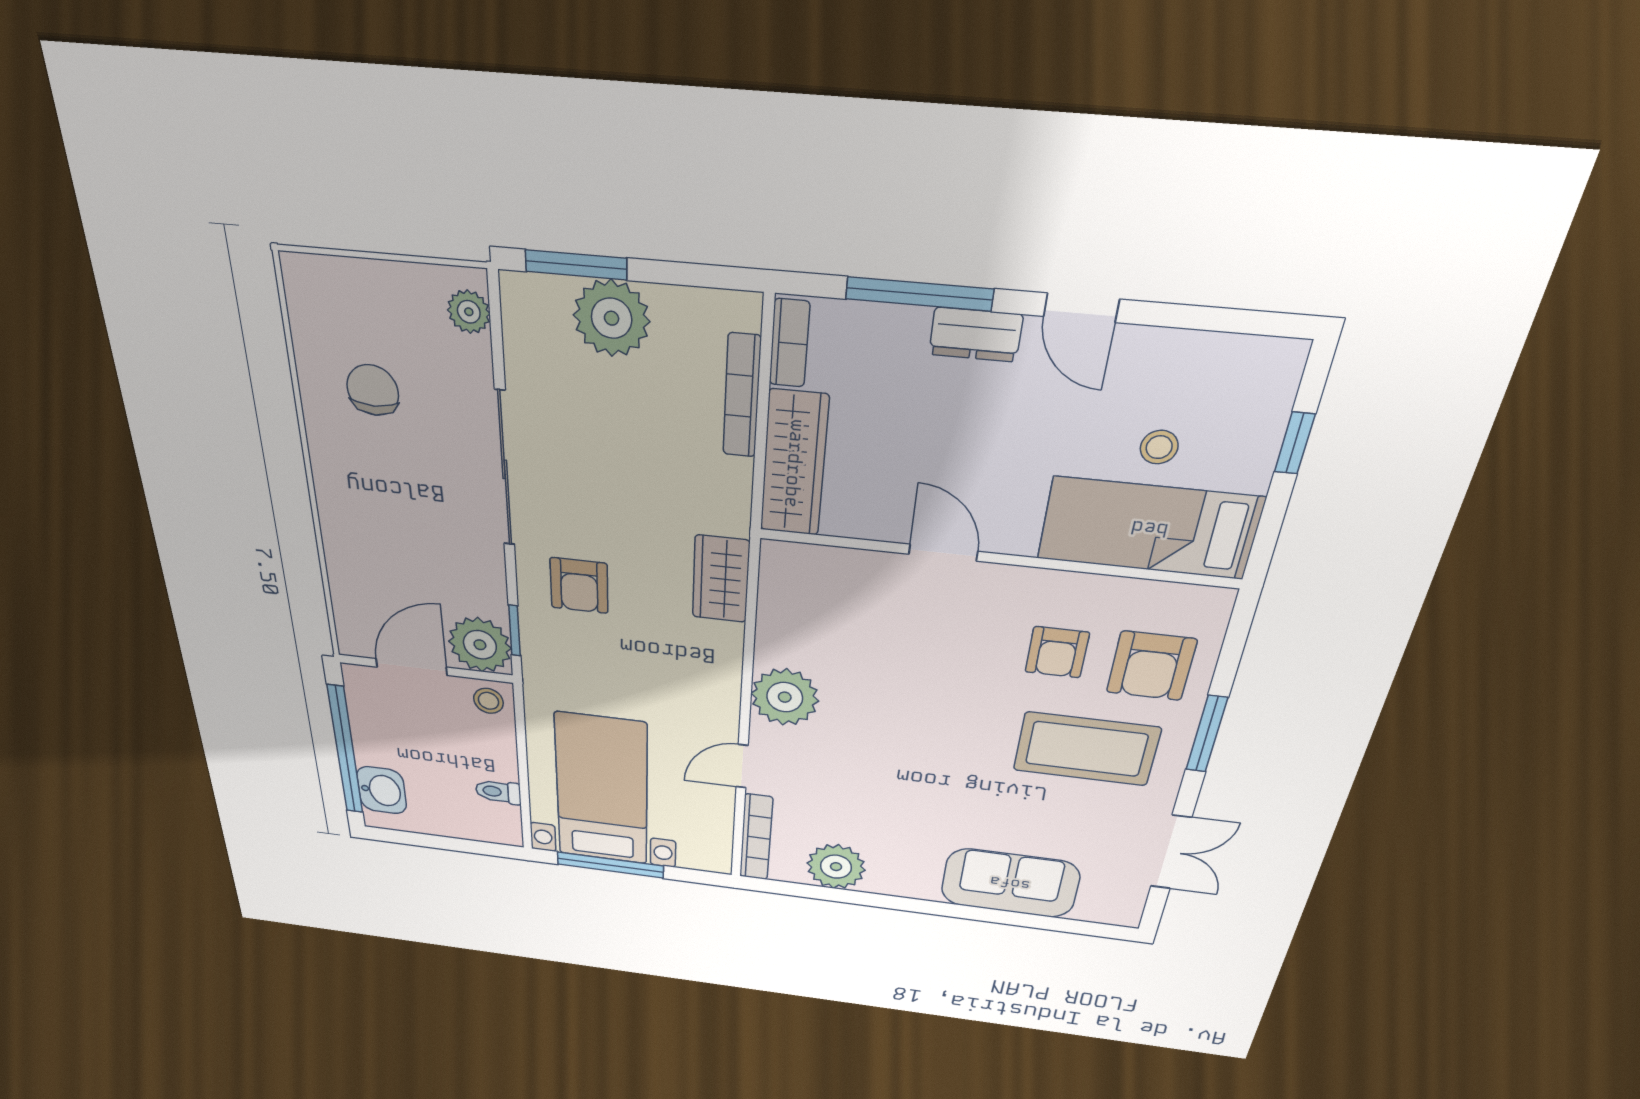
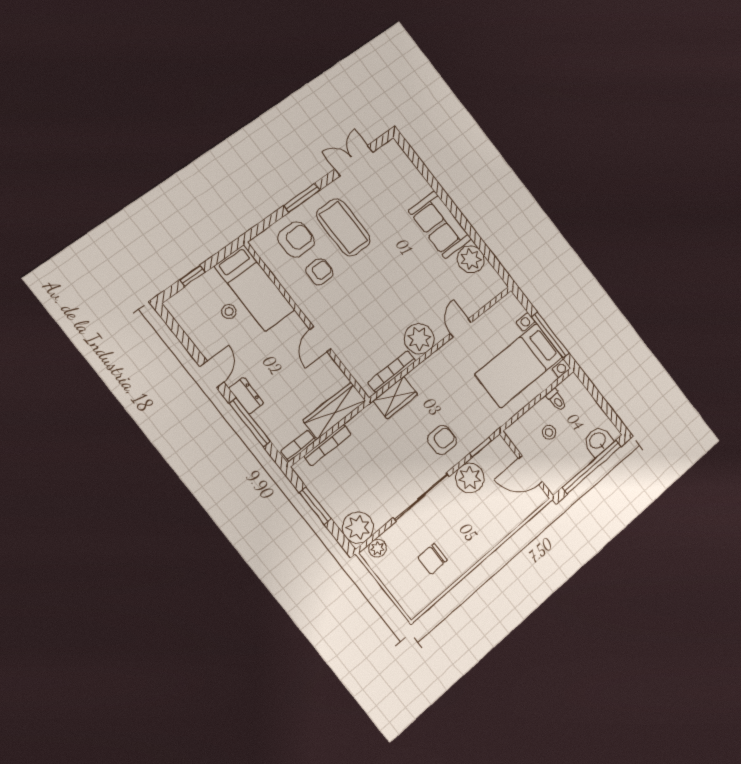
window: (576, 265) -> (315, 505), moved
plant: (612, 318) -> (358, 528), moved
plant: (480, 645) -> (470, 478), moved
stool: (488, 701) -> (549, 432), moved
door: (742, 766) -> (461, 328), swing flipped
bookcase: (756, 837) -> (392, 372), moved
sofa: (1010, 883) -> (440, 225), moved

